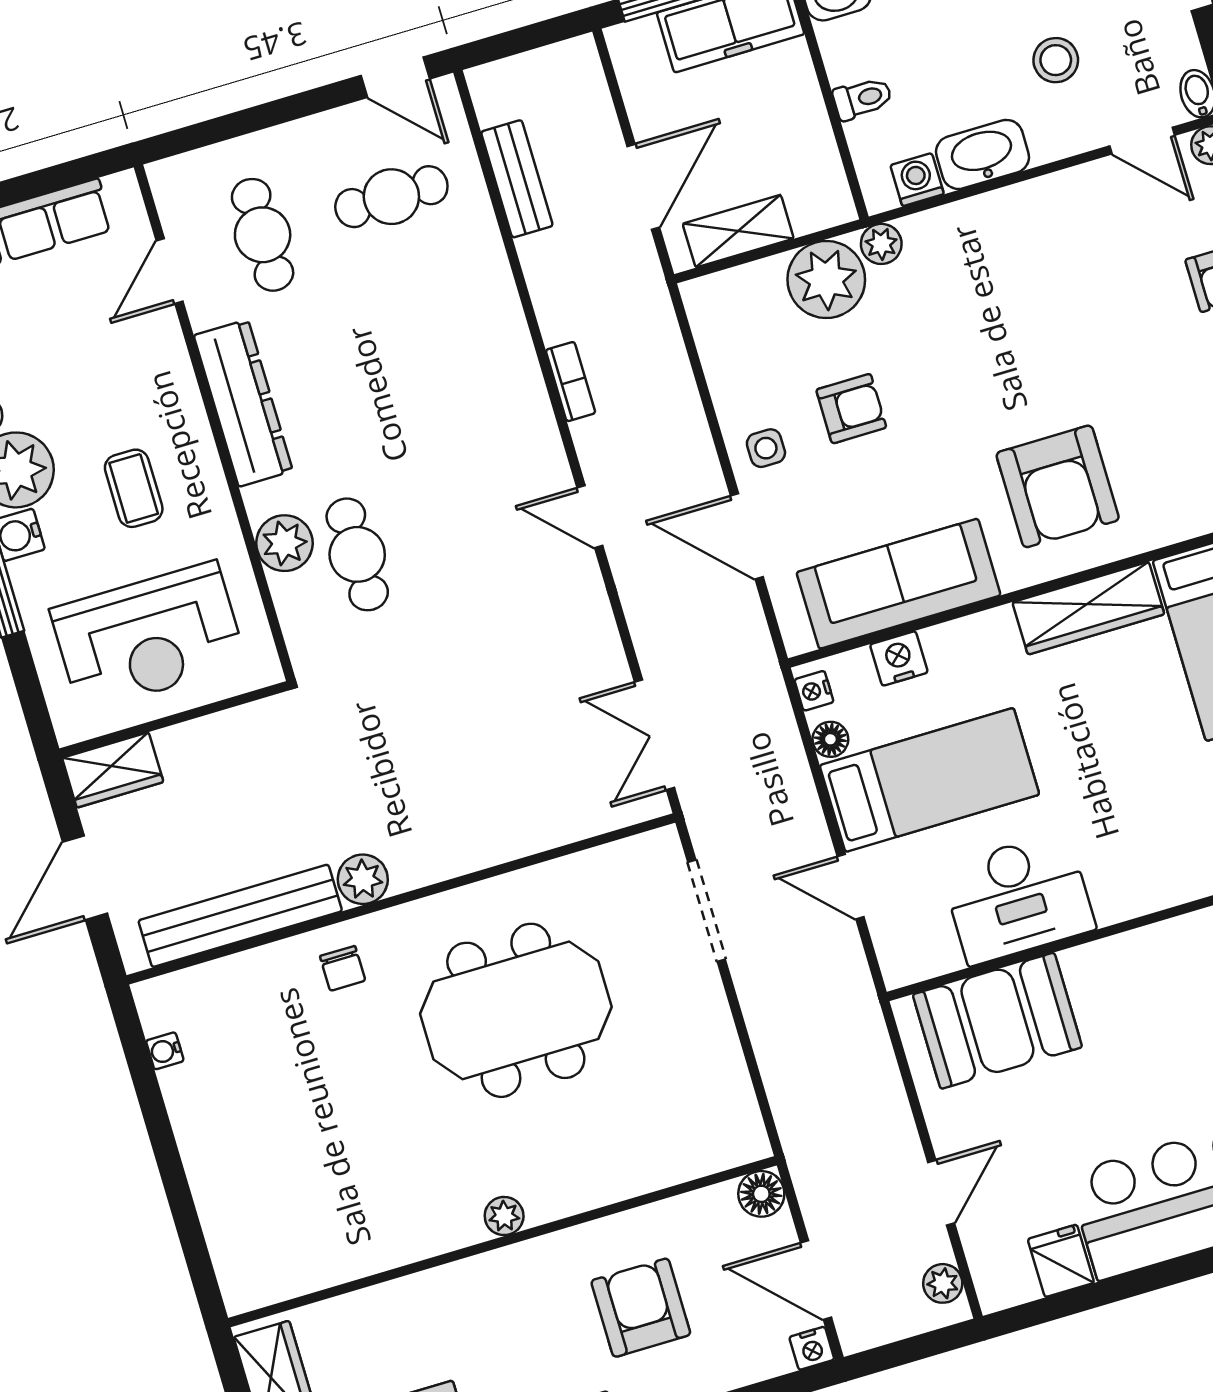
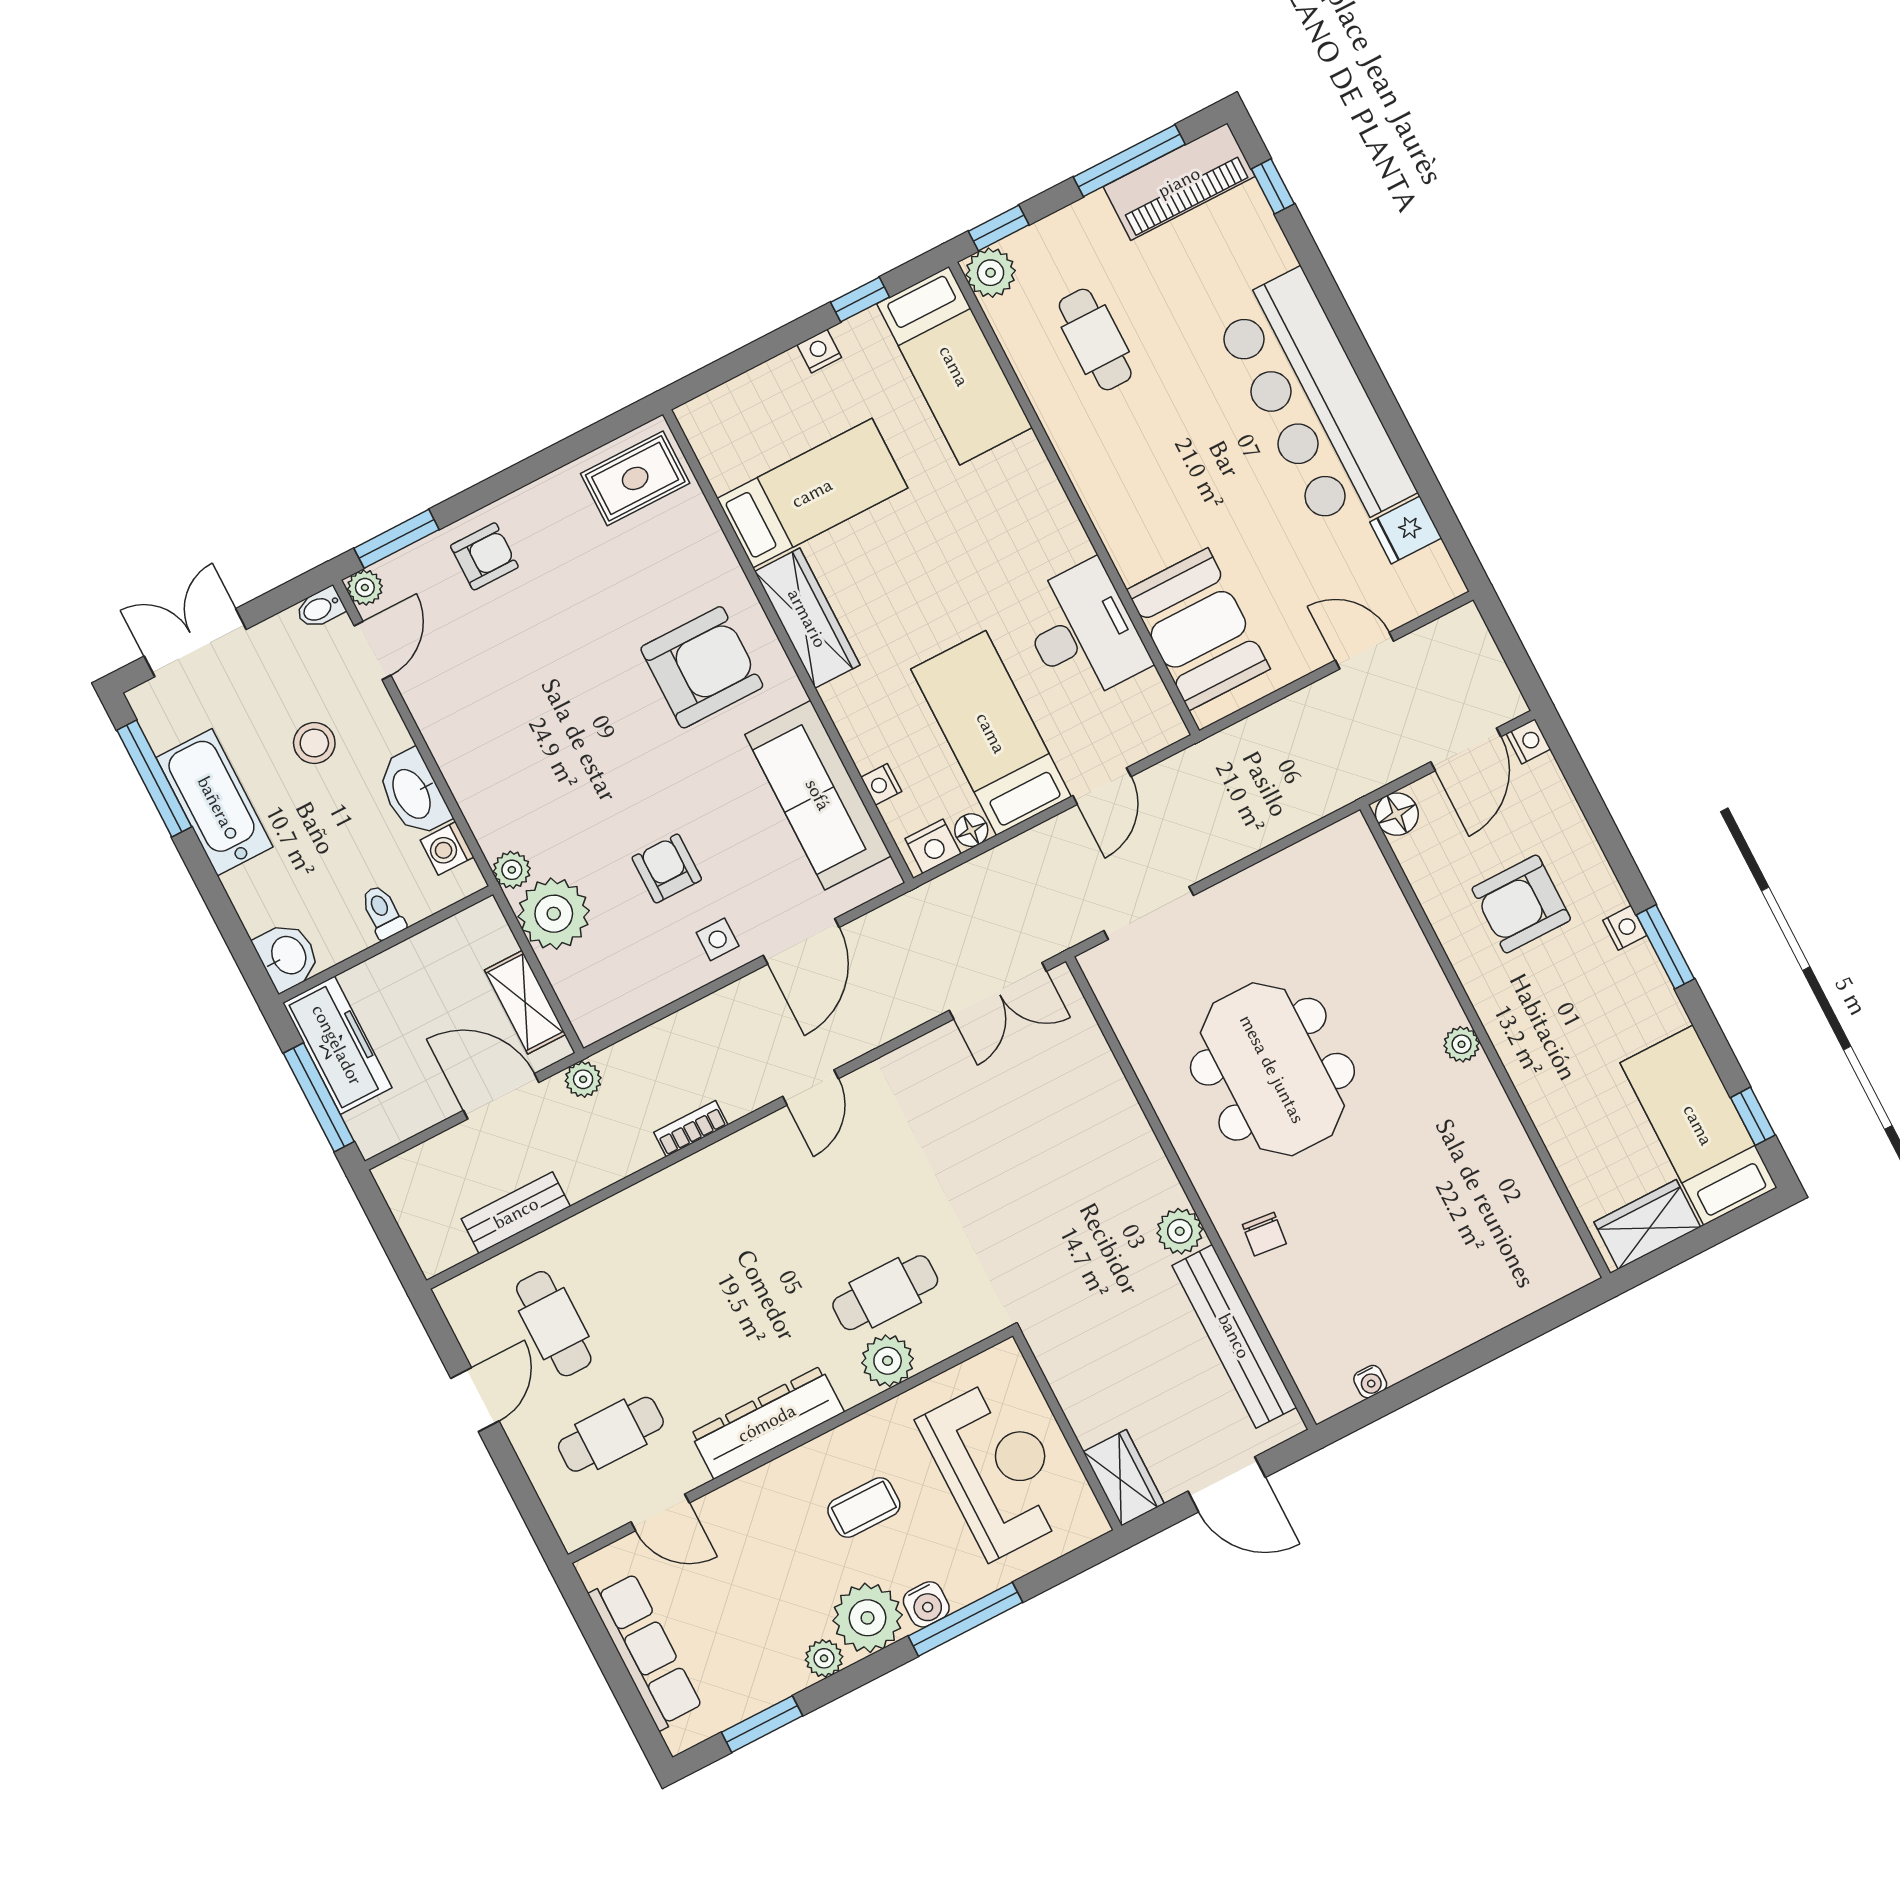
door: (395, 77) -> (475, 1400), moved
nightstand: (899, 658) -> (881, 784), width x0.72, depth x0.74
nightstand: (814, 691) -> (933, 846), width x1.39, depth x1.35
chair: (343, 968) -> (1264, 1234), turned 96
plant: (943, 1283) -> (583, 1079), moved

